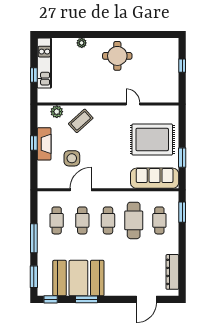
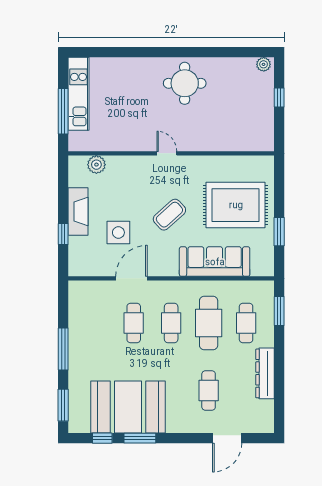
plant: (82, 43) -> (264, 64), moved
window: (34, 75) -> (63, 111), width x2.17
door: (133, 104) -> (167, 153), moved
coffee table: (81, 121) -> (169, 215), moved
window: (34, 143) -> (63, 234), moved
sofa: (155, 178) -> (215, 262), moved
cafe table: (57, 220) -> (209, 391), moved
dresser: (172, 272) -> (265, 373), moved
window: (51, 299) -> (102, 438), moved

